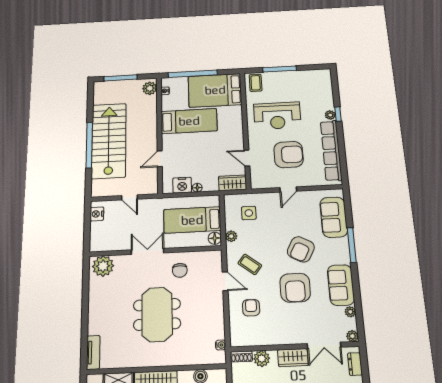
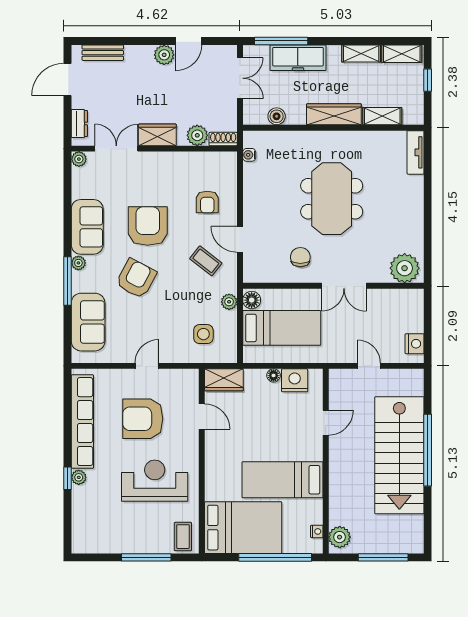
plant: (350, 312) -> (78, 263), moved

